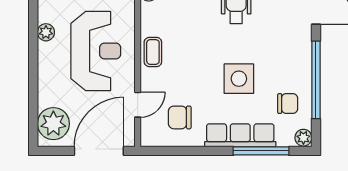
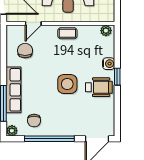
side table: (239, 79) -> (67, 84), moved
door: (138, 105) -> (33, 23), hinge flipped

